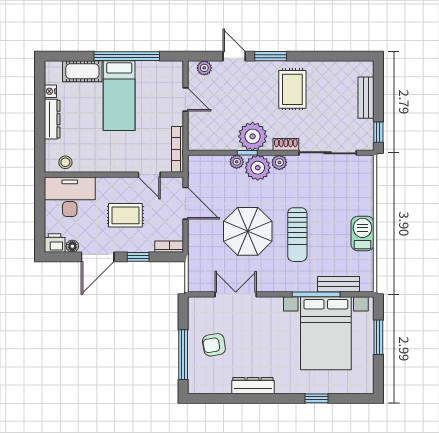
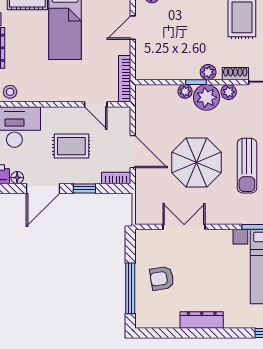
door: (185, 99) -> (133, 28), swing flipped
plant: (253, 136) -> (208, 72), width x0.53, depth x0.53
door: (185, 203) -> (133, 152), moved

